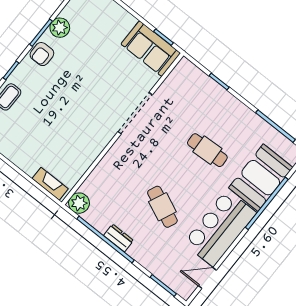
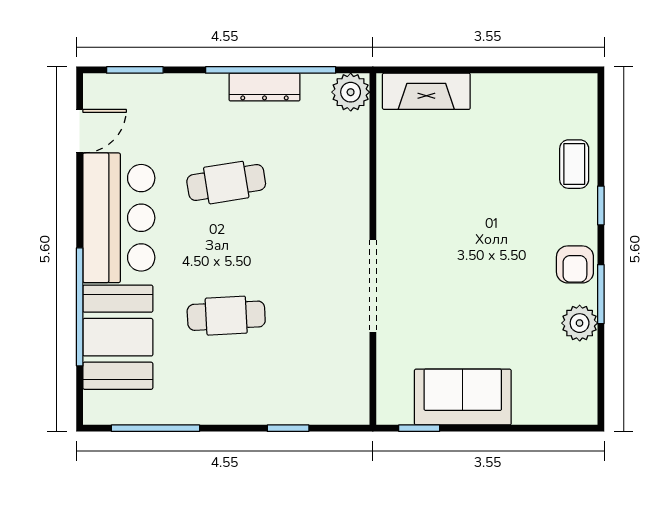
sofa: (151, 49) -> (463, 397), moved
armchair: (42, 54) -> (575, 264), turned 180
fireplace: (50, 184) -> (426, 91), width x1.37, depth x1.32
cafe table: (162, 207) -> (226, 183), turned -33
dresser: (118, 238) -> (265, 87), width x1.44

